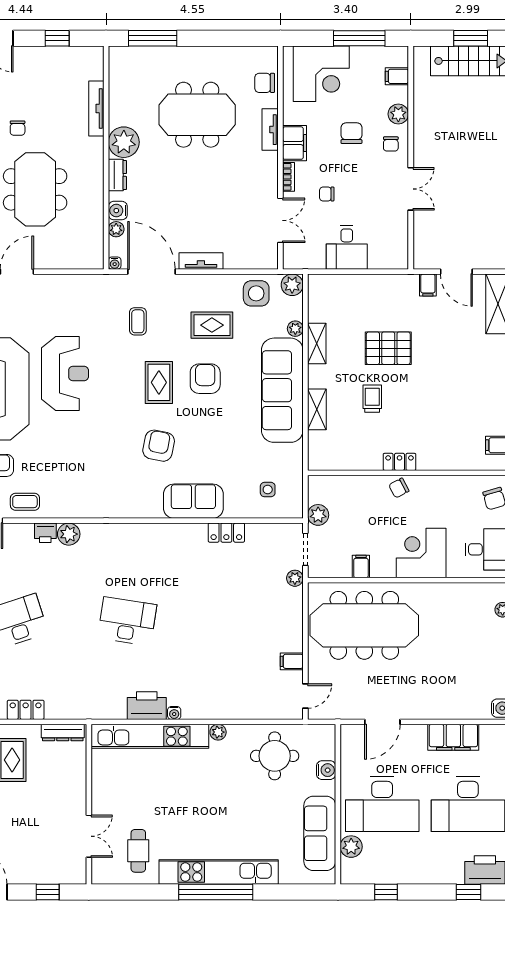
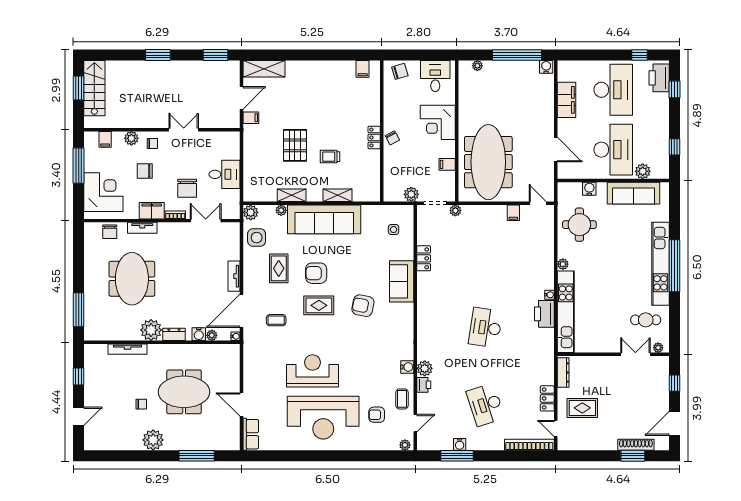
chair: (327, 194) -> (187, 188), width x1.87, depth x1.87
water cooler: (71, 509) -> (407, 367), added
plant: (98, 869) -> (658, 348), added

